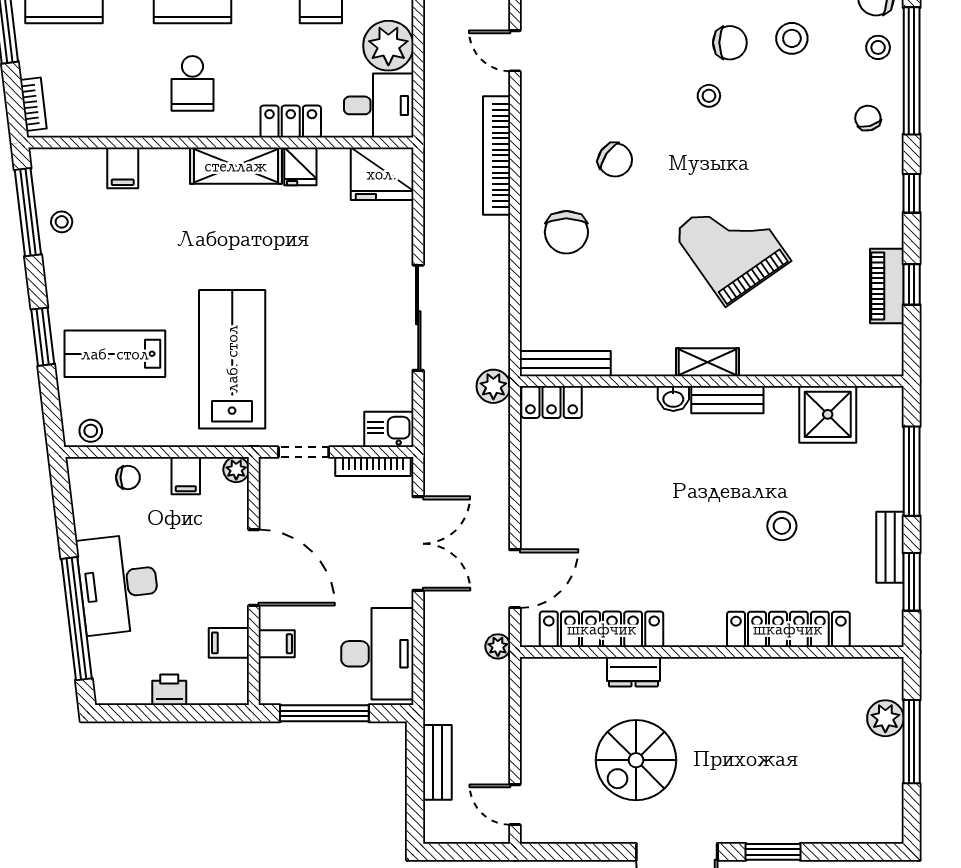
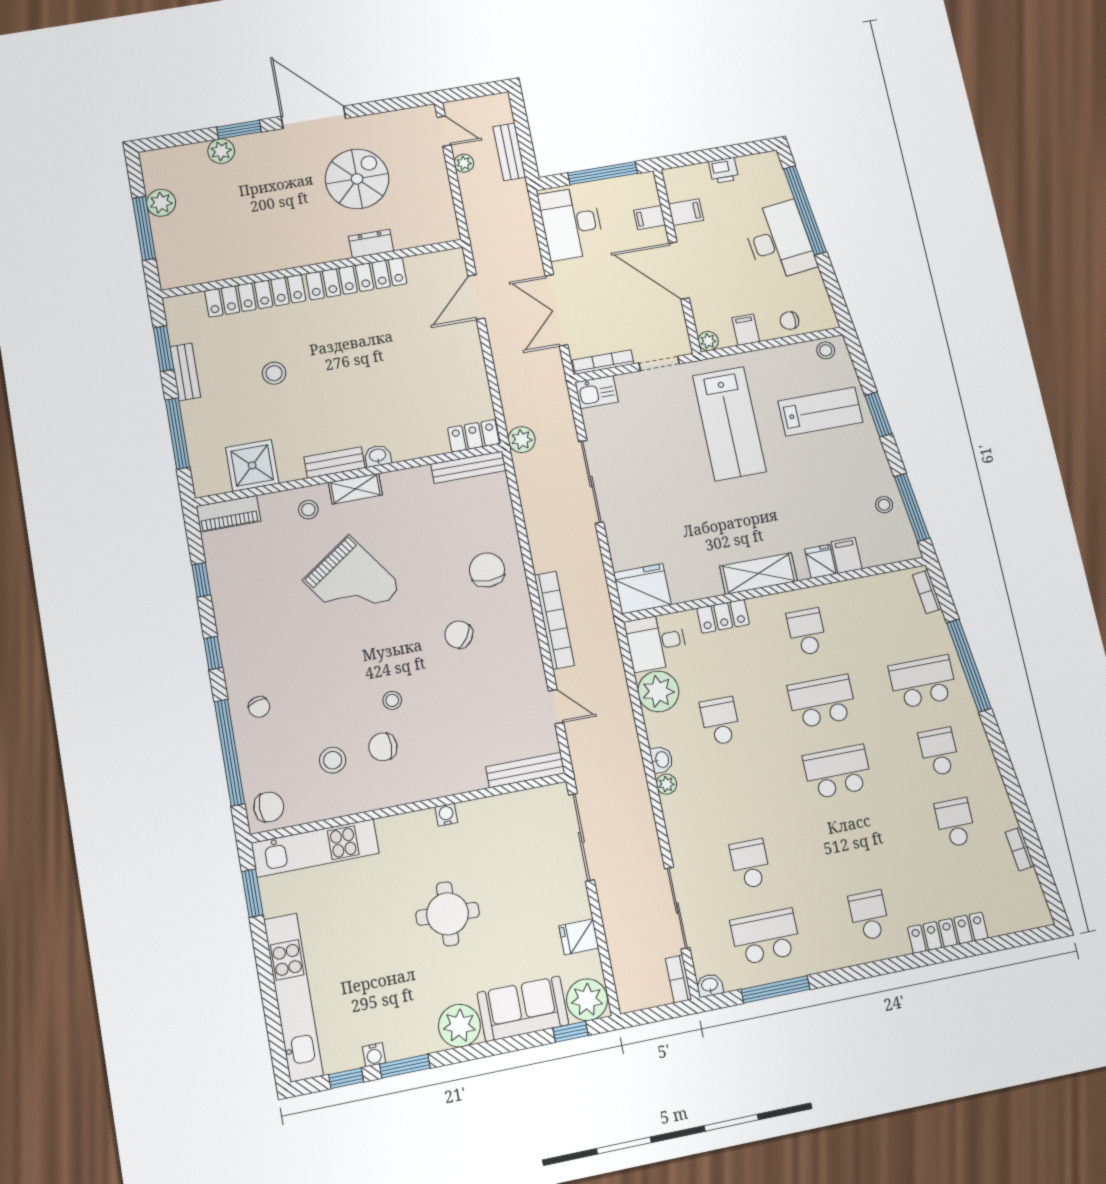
stool: (878, 47) -> (308, 510), moved
fridge: (300, 166) -> (820, 561), moved
piano: (887, 286) -> (228, 514), moved, turned 90
locker: (602, 629) -> (356, 279), moved
plant: (498, 646) -> (464, 163), moved
plant: (885, 718) -> (161, 203), moved
plant: (800, 827) -> (221, 151), added

